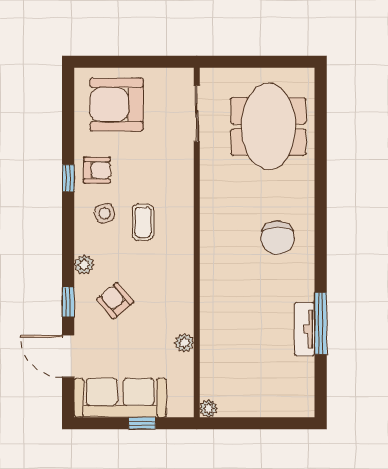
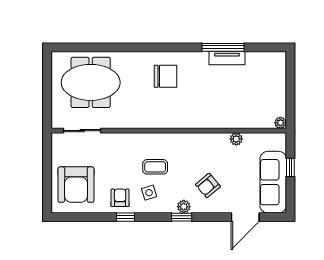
window: (68, 302) -> (182, 217), moved

